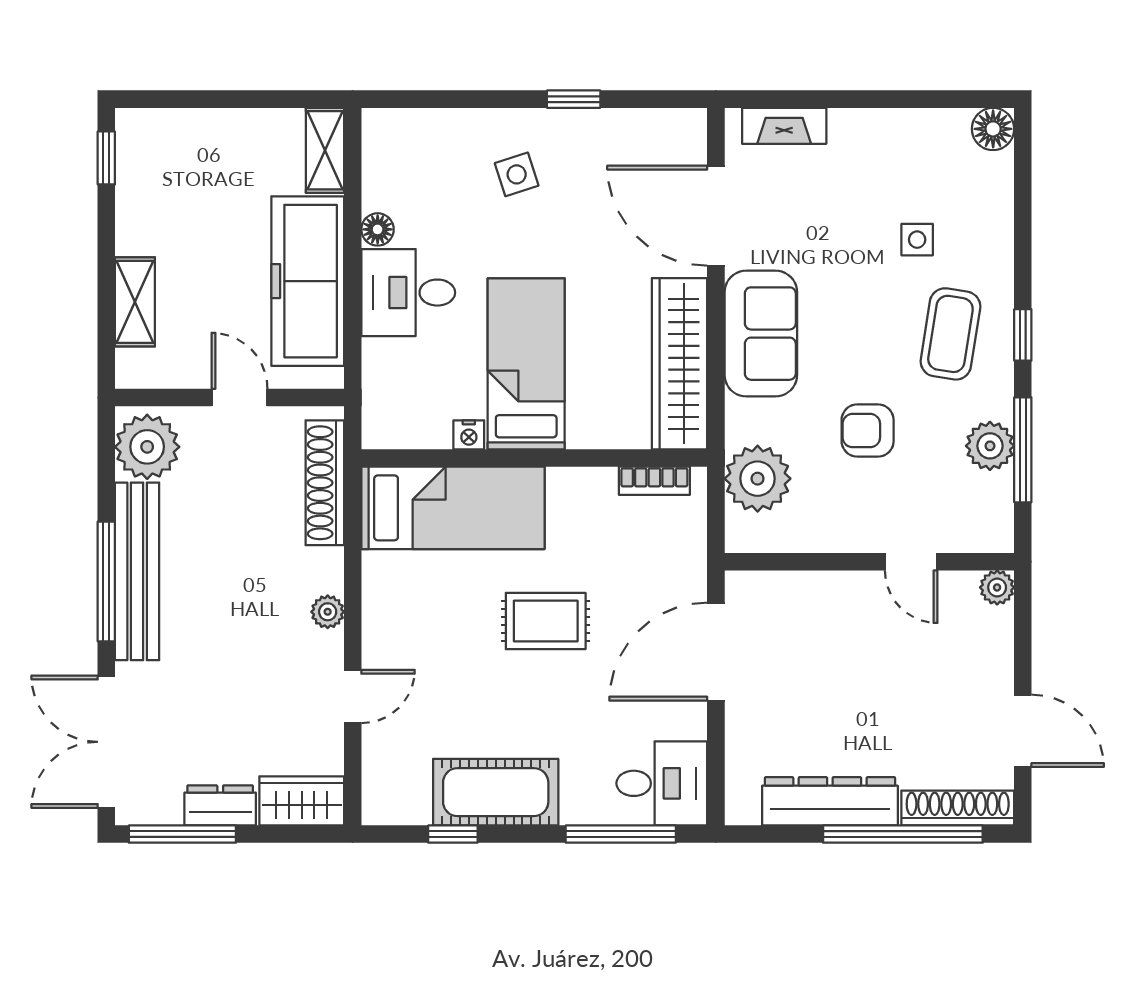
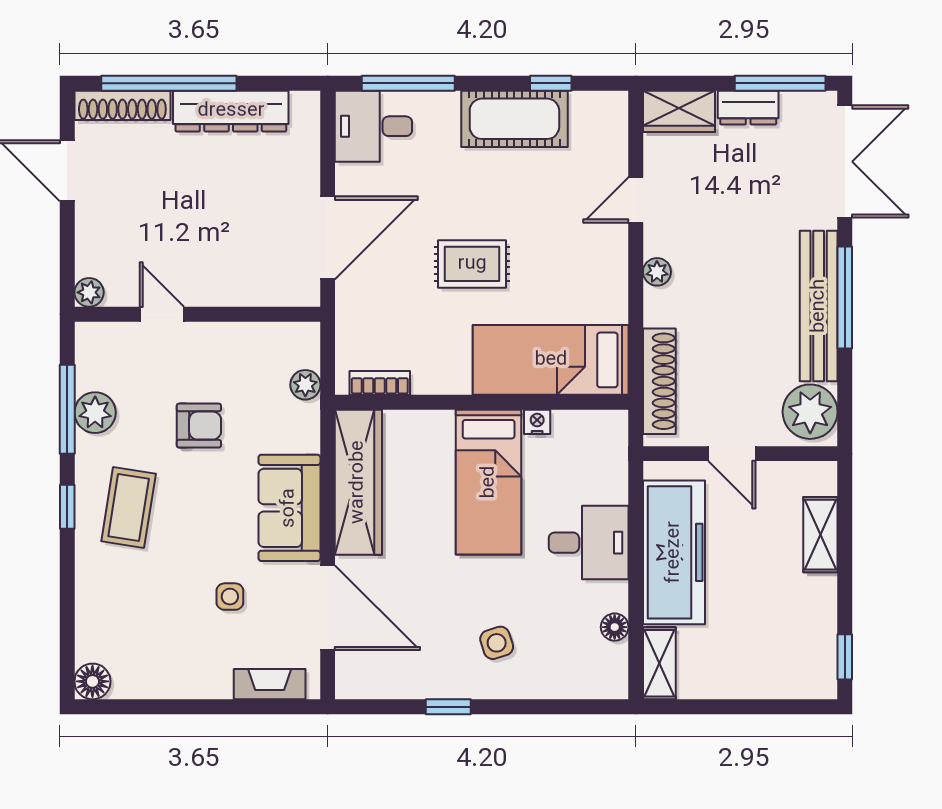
floor lamp: (378, 229) -> (615, 627), moved
side table: (917, 240) -> (230, 597), moved
plant: (758, 479) -> (305, 385), width x0.53, depth x0.53

